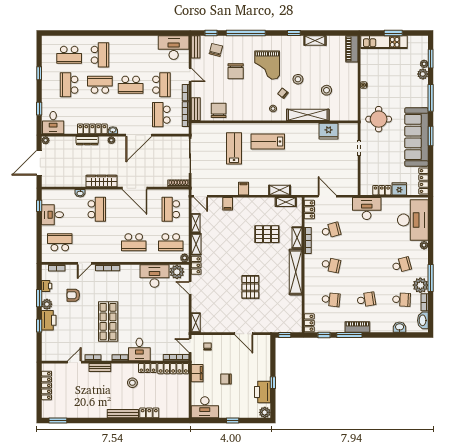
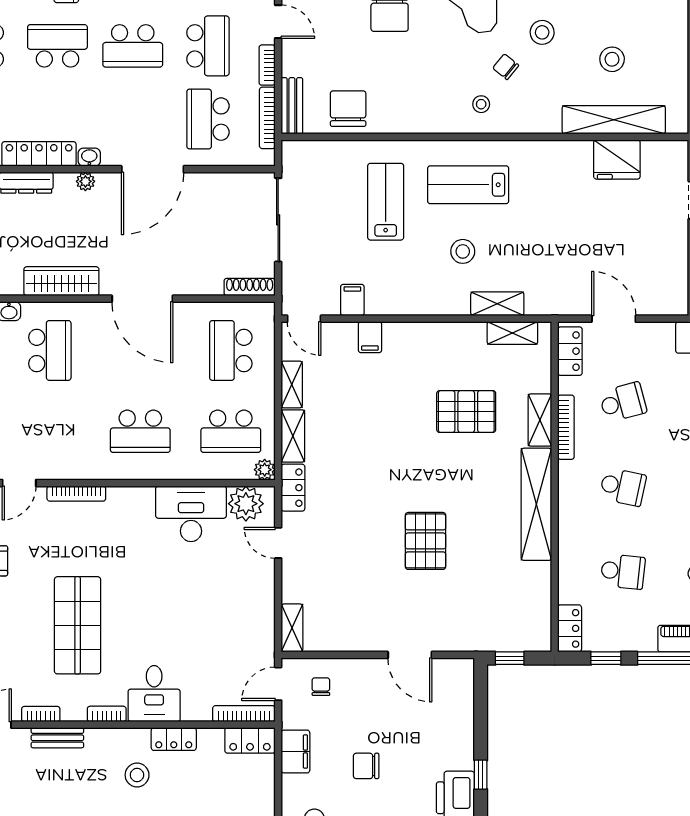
shelving: (308, 115) -> (614, 120), moved
stool: (266, 169) -> (463, 251), added
filing cabinet: (243, 189) -> (352, 300), moved
door: (190, 345) -> (278, 684), hinge flipped
locker: (173, 369) -> (250, 740), width x0.66

